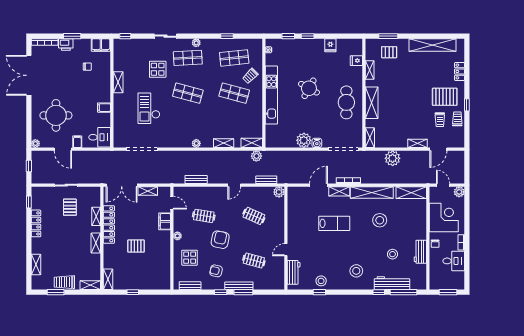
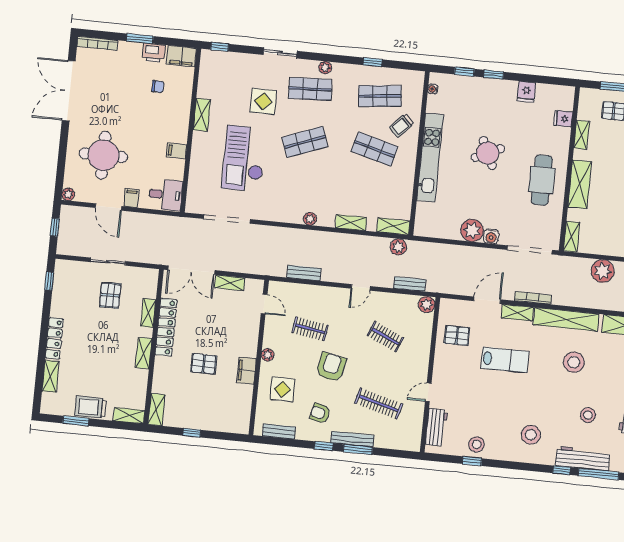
printer: (66, 45) -> (154, 53), moved
round table: (309, 88) -> (488, 153), turned 36
shop shelf: (188, 93) -> (305, 142), turned -36
checkout: (149, 108) -> (244, 159), width x1.36, depth x1.21
pallet: (301, 210) -> (457, 335), added
filing cabinet: (165, 221) -> (246, 371), moved
locker: (36, 223) -> (54, 338), moved
clothes rail: (254, 260) -> (379, 403), width x1.36

